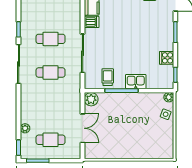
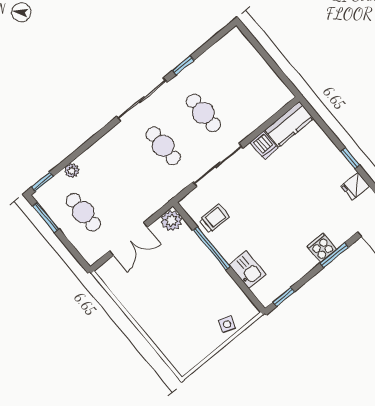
cooker: (167, 58) -> (322, 248), moved
kitchen sink: (136, 82) -> (248, 270), moved
plant: (169, 97) -> (250, 311), removed

